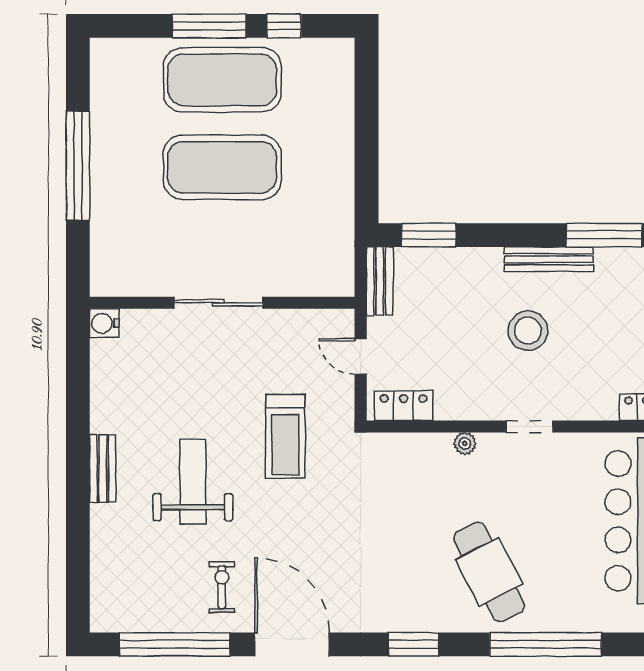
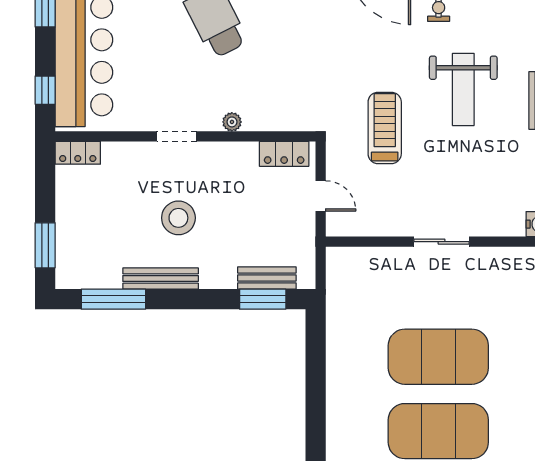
bench: (380, 281) -> (267, 278), moved, turned 90
sliding door: (218, 303) -> (441, 242), width x0.73

